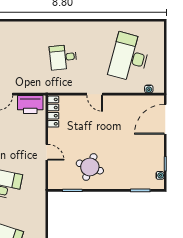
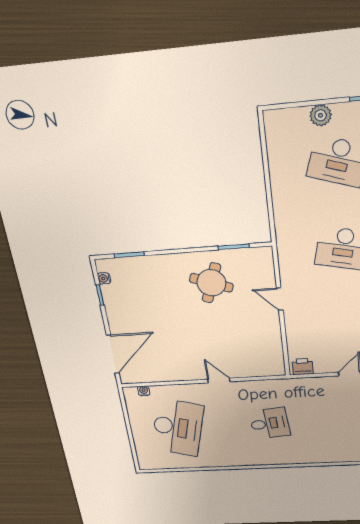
printer: (30, 104) -> (303, 367), width x0.53, depth x0.68
locker: (53, 112) -> (276, 355), removed

